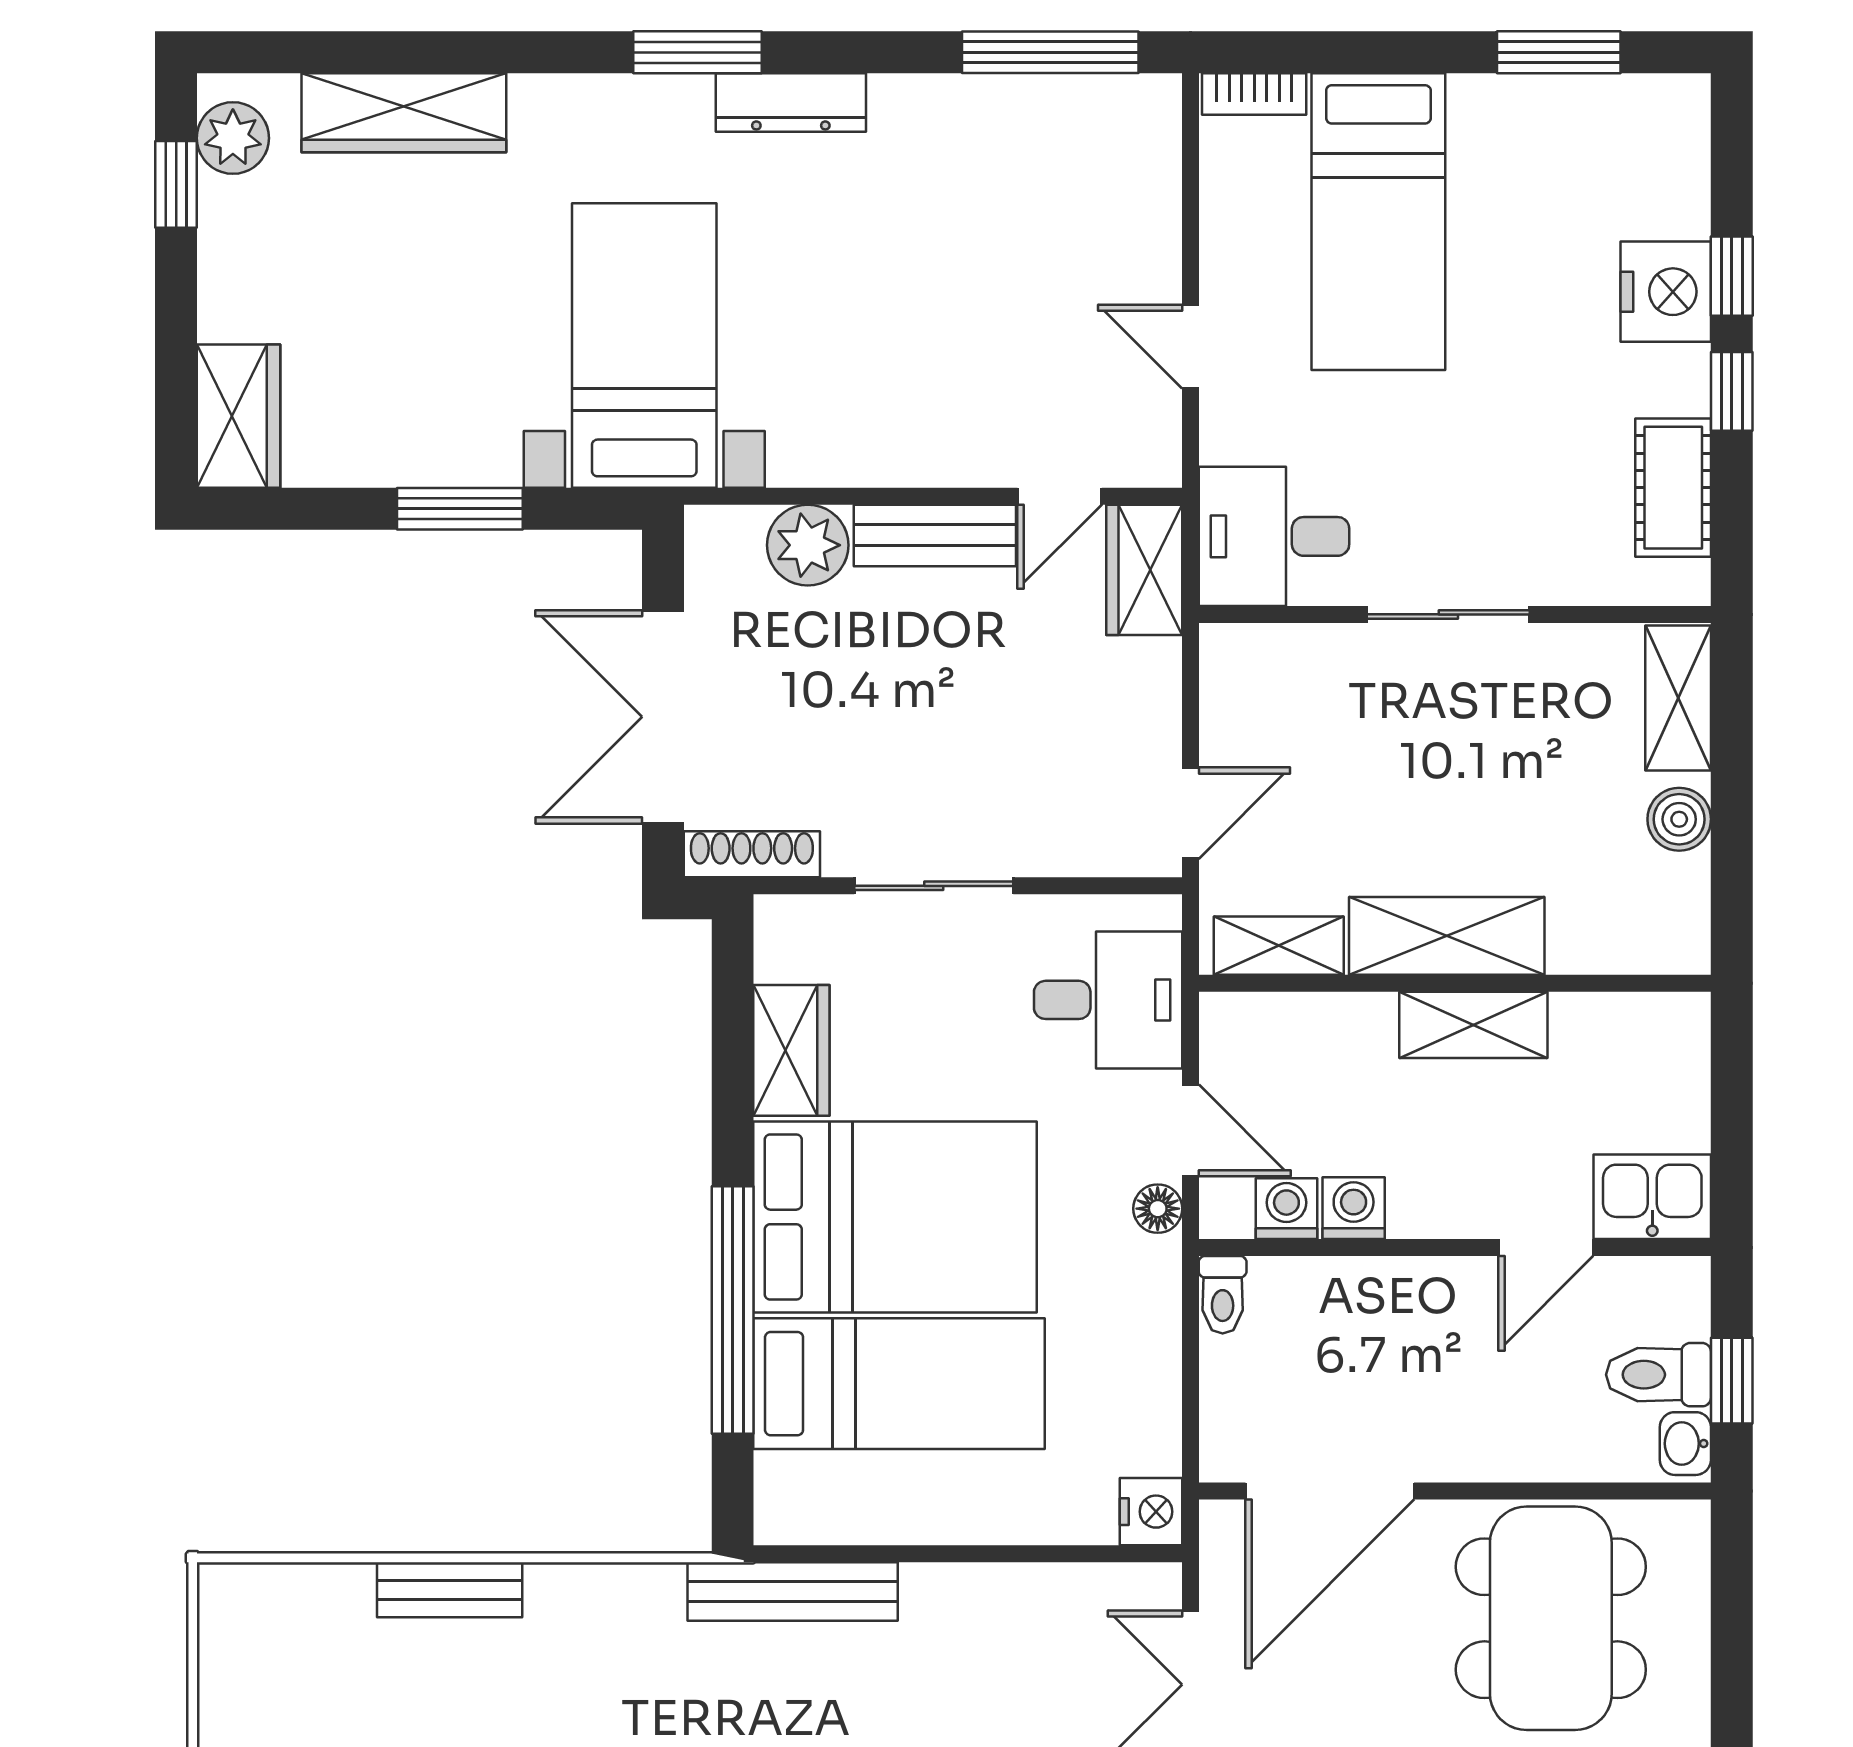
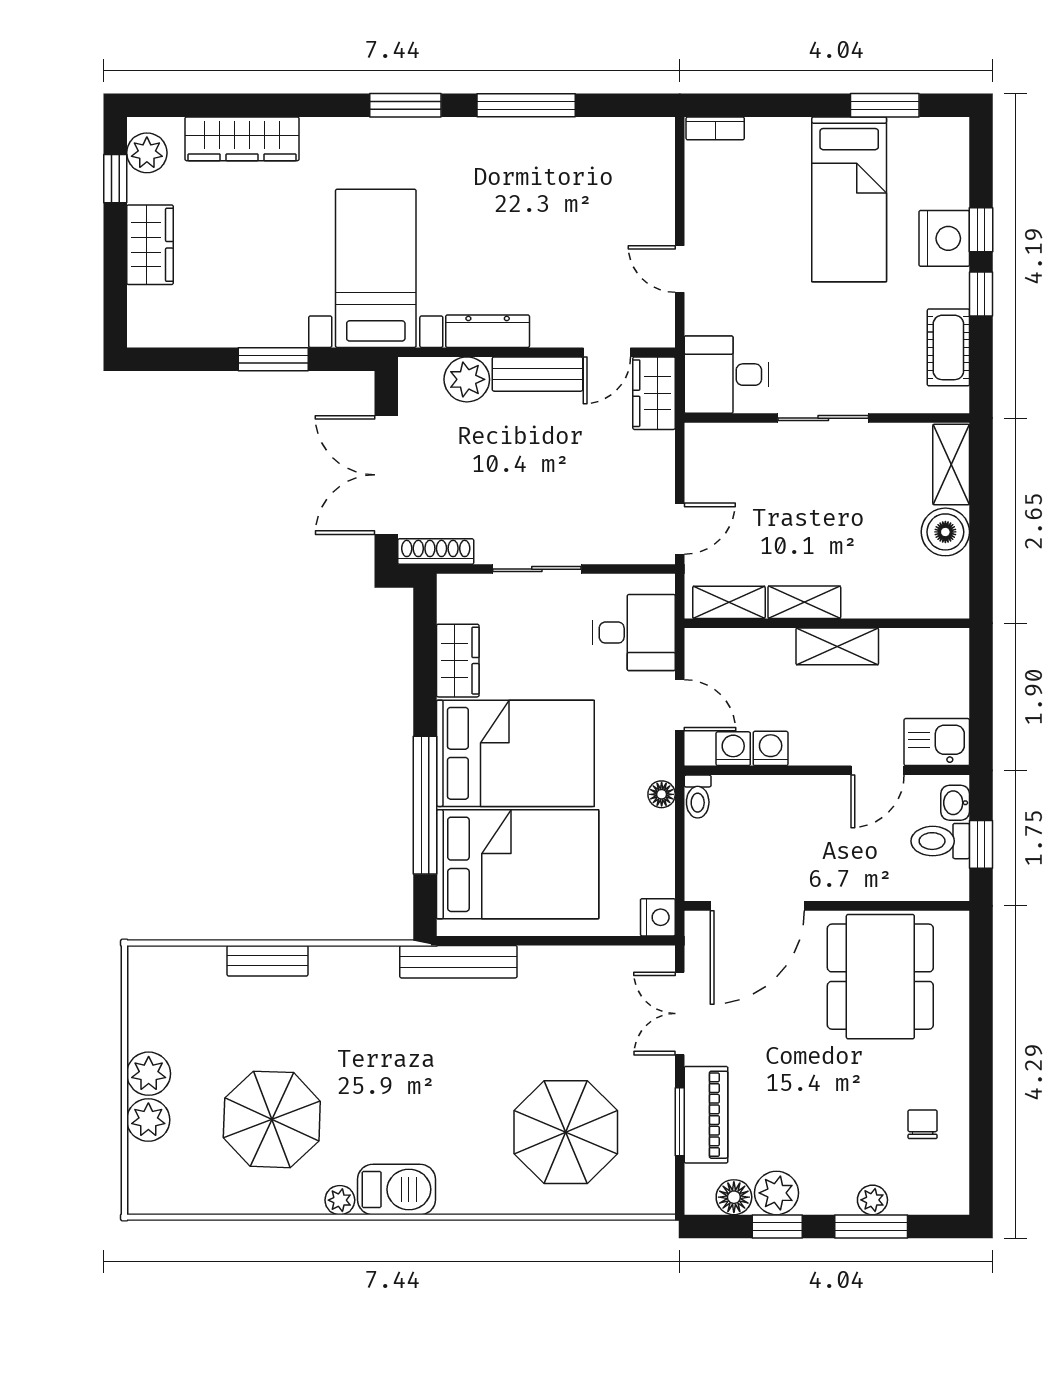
window: (1050, 52) -> (526, 105), moved
dresser: (791, 103) -> (488, 331), moved, turned 180
bed: (1378, 222) -> (849, 199), moved
wardrobe: (239, 416) -> (150, 245), moved
boiler: (1679, 819) -> (945, 532), width x1.36, depth x1.36
shelving: (1447, 936) -> (804, 602), width x0.67, depth x0.75
floor lamp: (1158, 1209) -> (662, 794), moved
bed: (899, 1384) -> (518, 864), width x1.50
washbasin: (1685, 1444) -> (955, 803), moved

